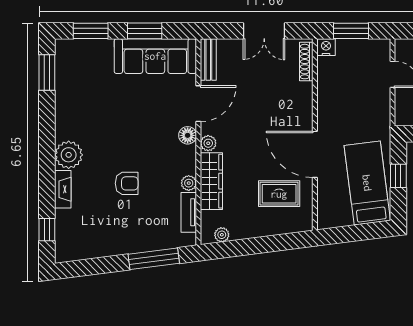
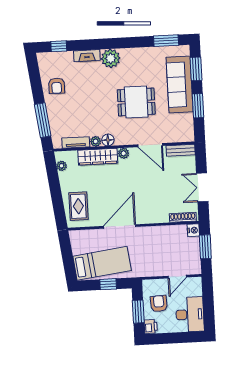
sofa: (155, 56) -> (180, 85), moved
dining table: (134, 121) -> (136, 102), added
floor lamp: (188, 135) -> (108, 140), moved
armchair: (127, 183) -> (57, 86), moved
rug: (279, 194) -> (78, 206), moved

